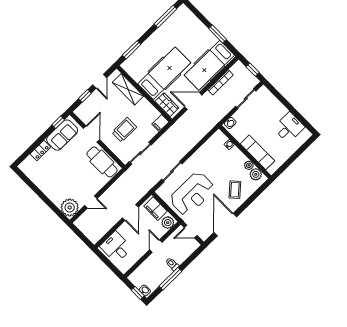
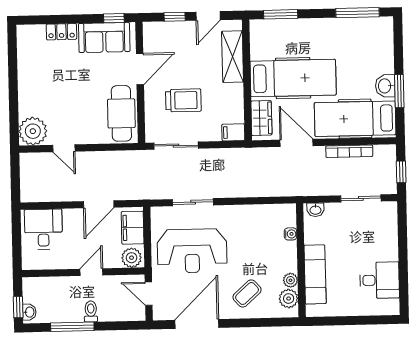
washbasin: (209, 38) -> (385, 86), added

